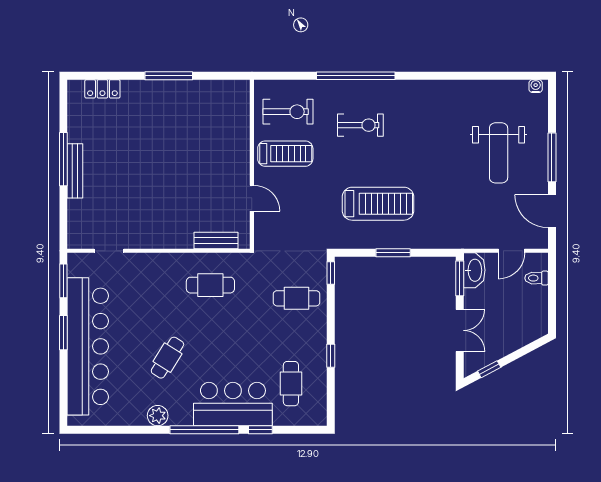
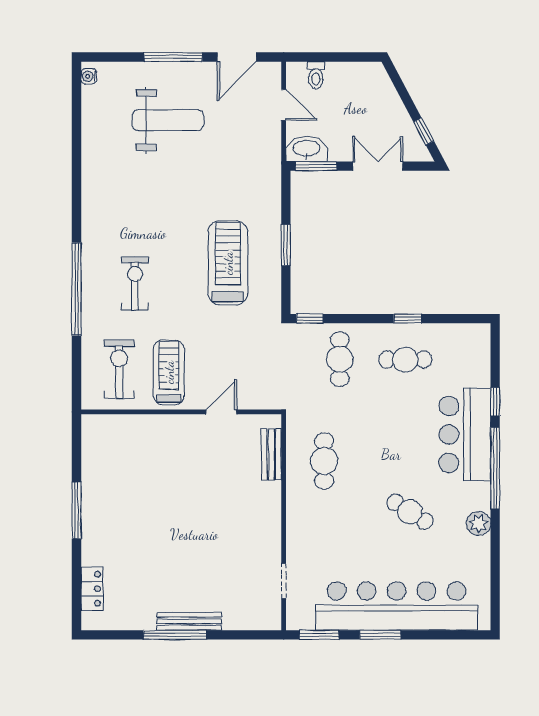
cafe table: (291, 384) -> (405, 360), moved

